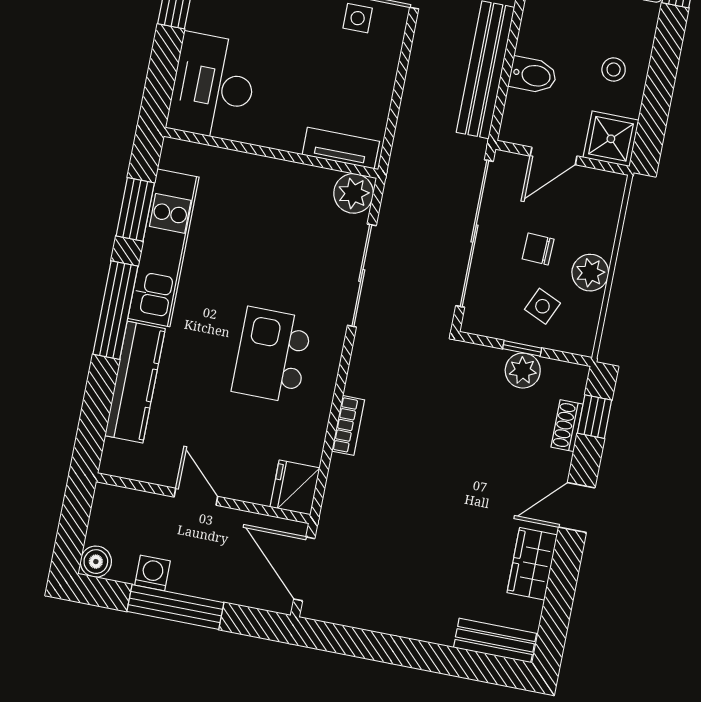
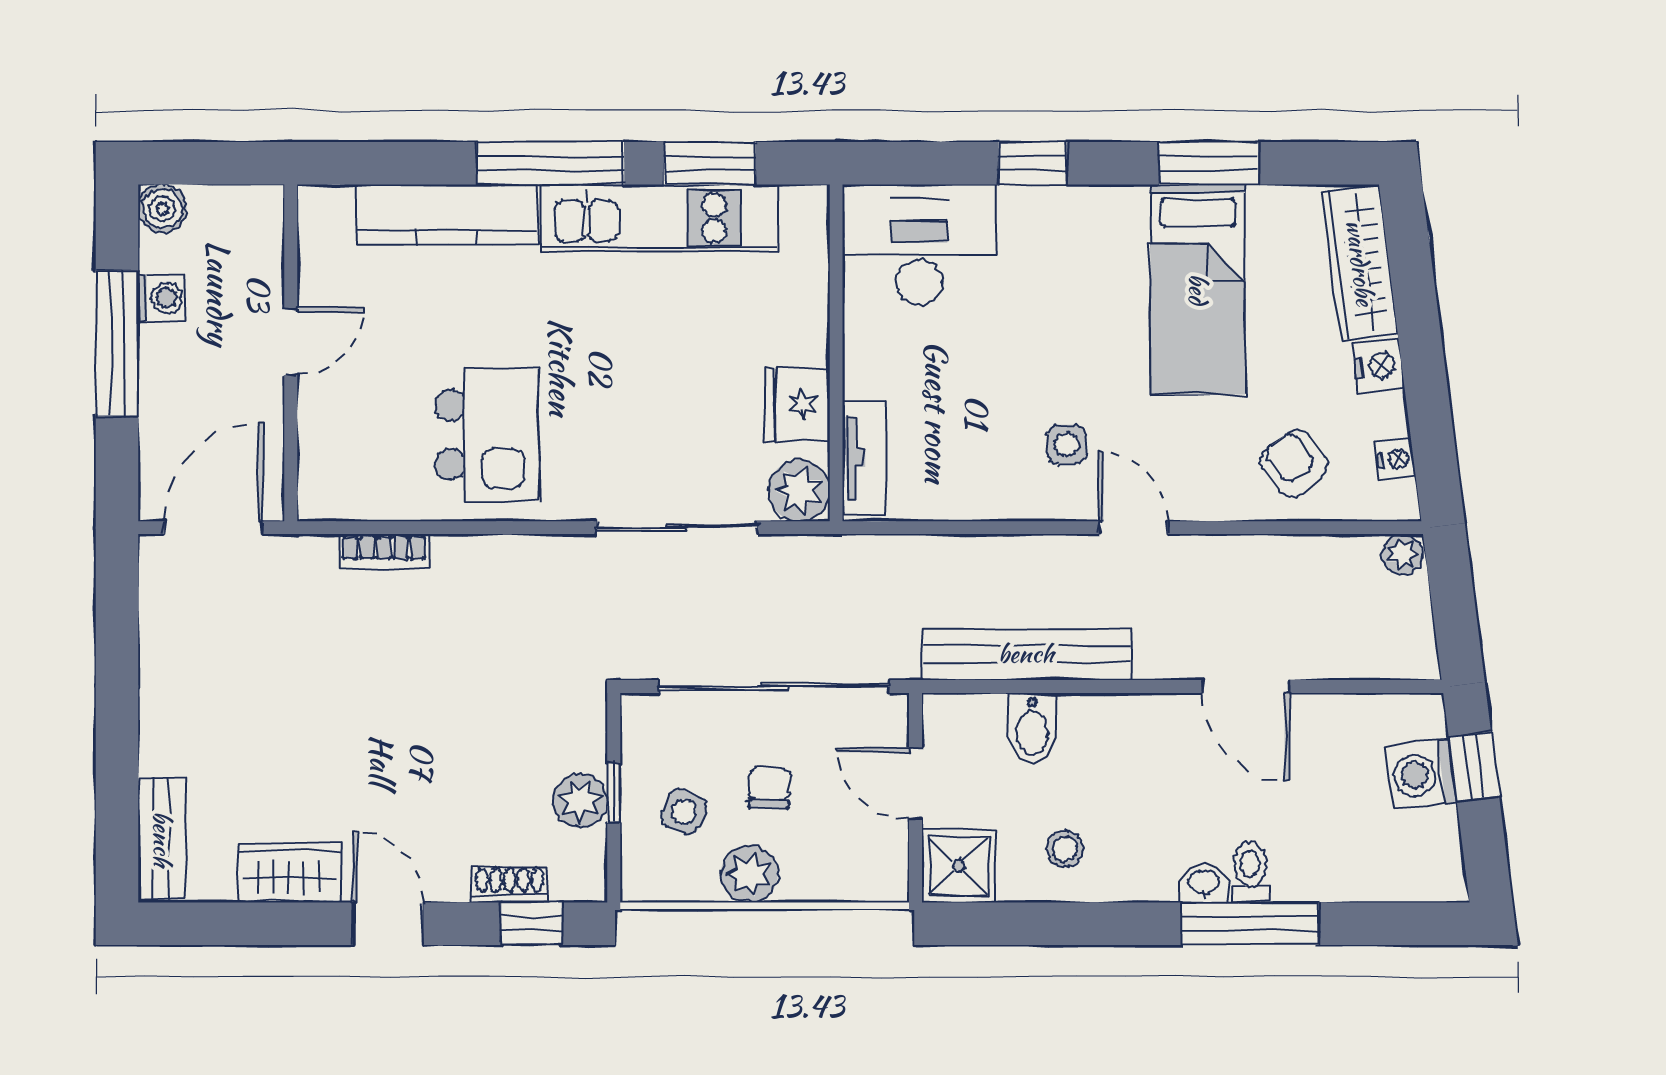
kitchen island: (272, 355) -> (487, 435), moved, turned 90
bookcase: (348, 425) -> (384, 552), moved
fridge: (295, 488) -> (798, 404), moved, turned -90

